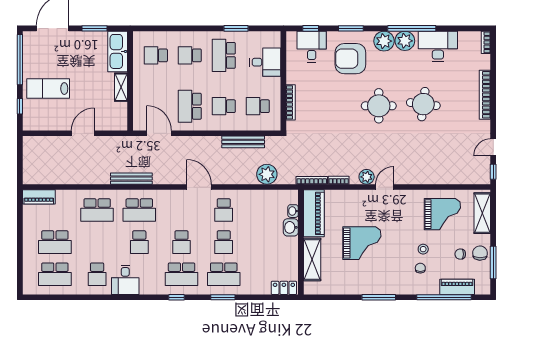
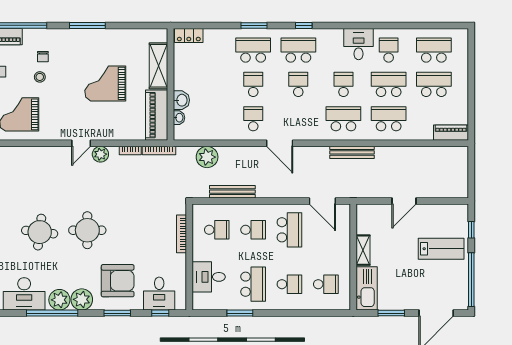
school desk: (97, 242) -> (389, 84), added

